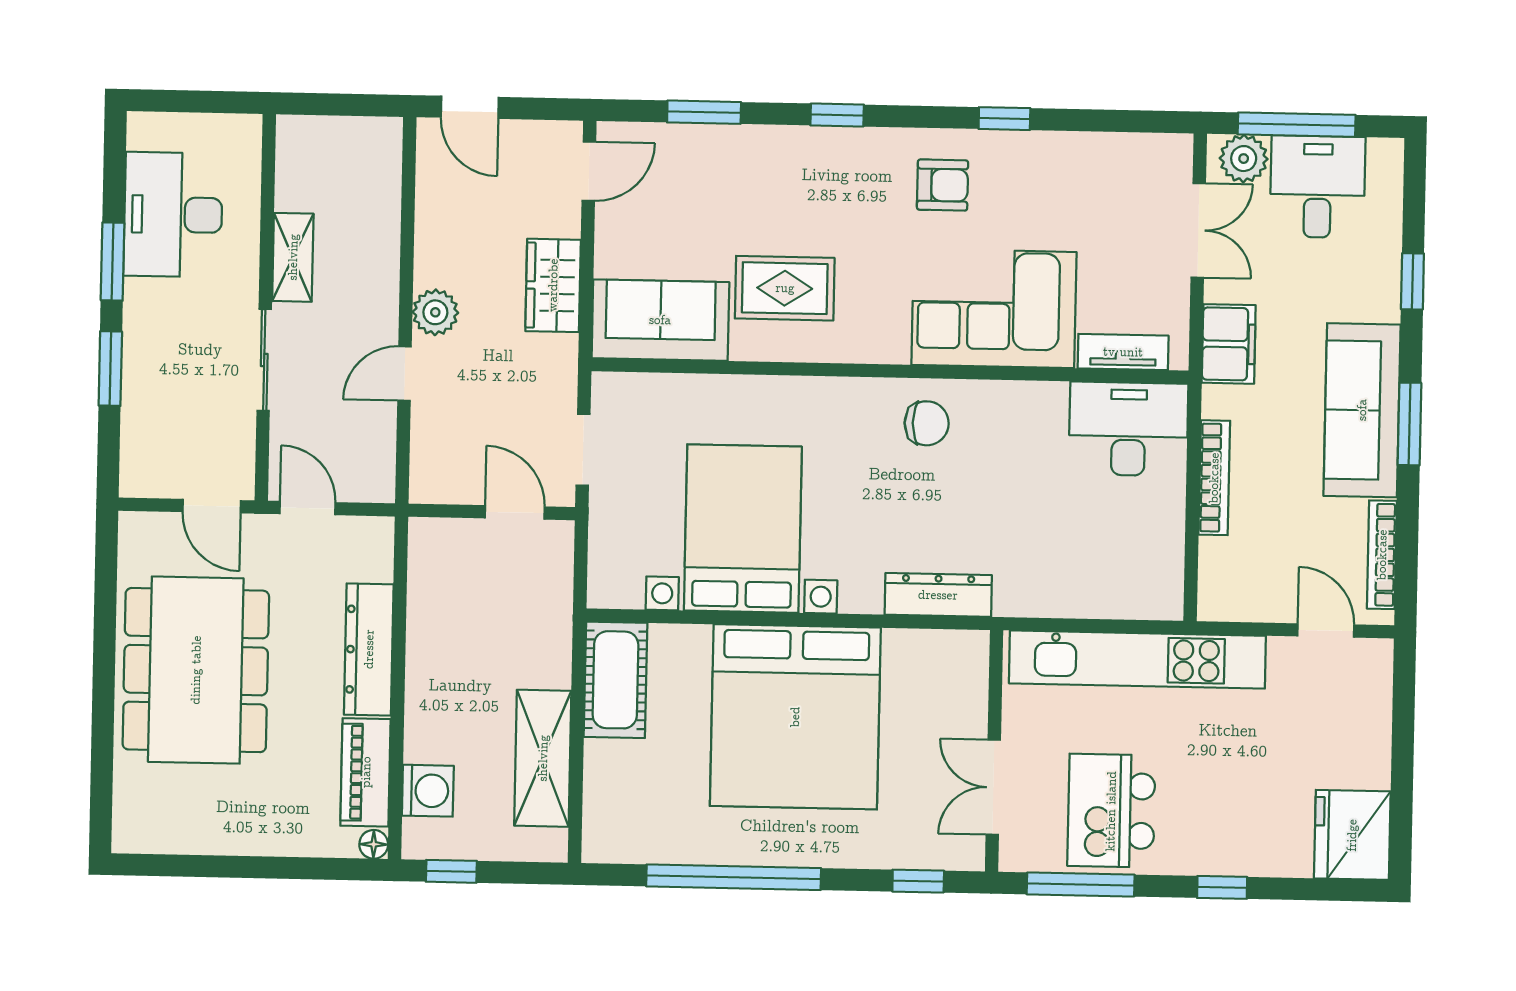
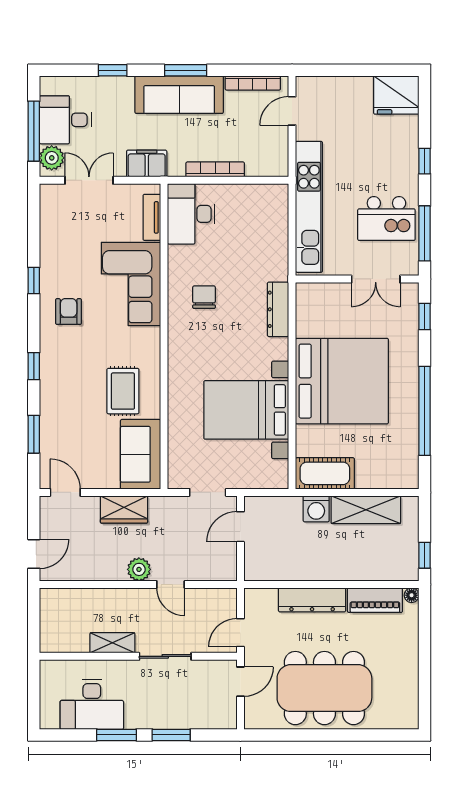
chair: (927, 423) -> (204, 297), moved
washing machine: (428, 791) -> (316, 509), moved, turned 180

